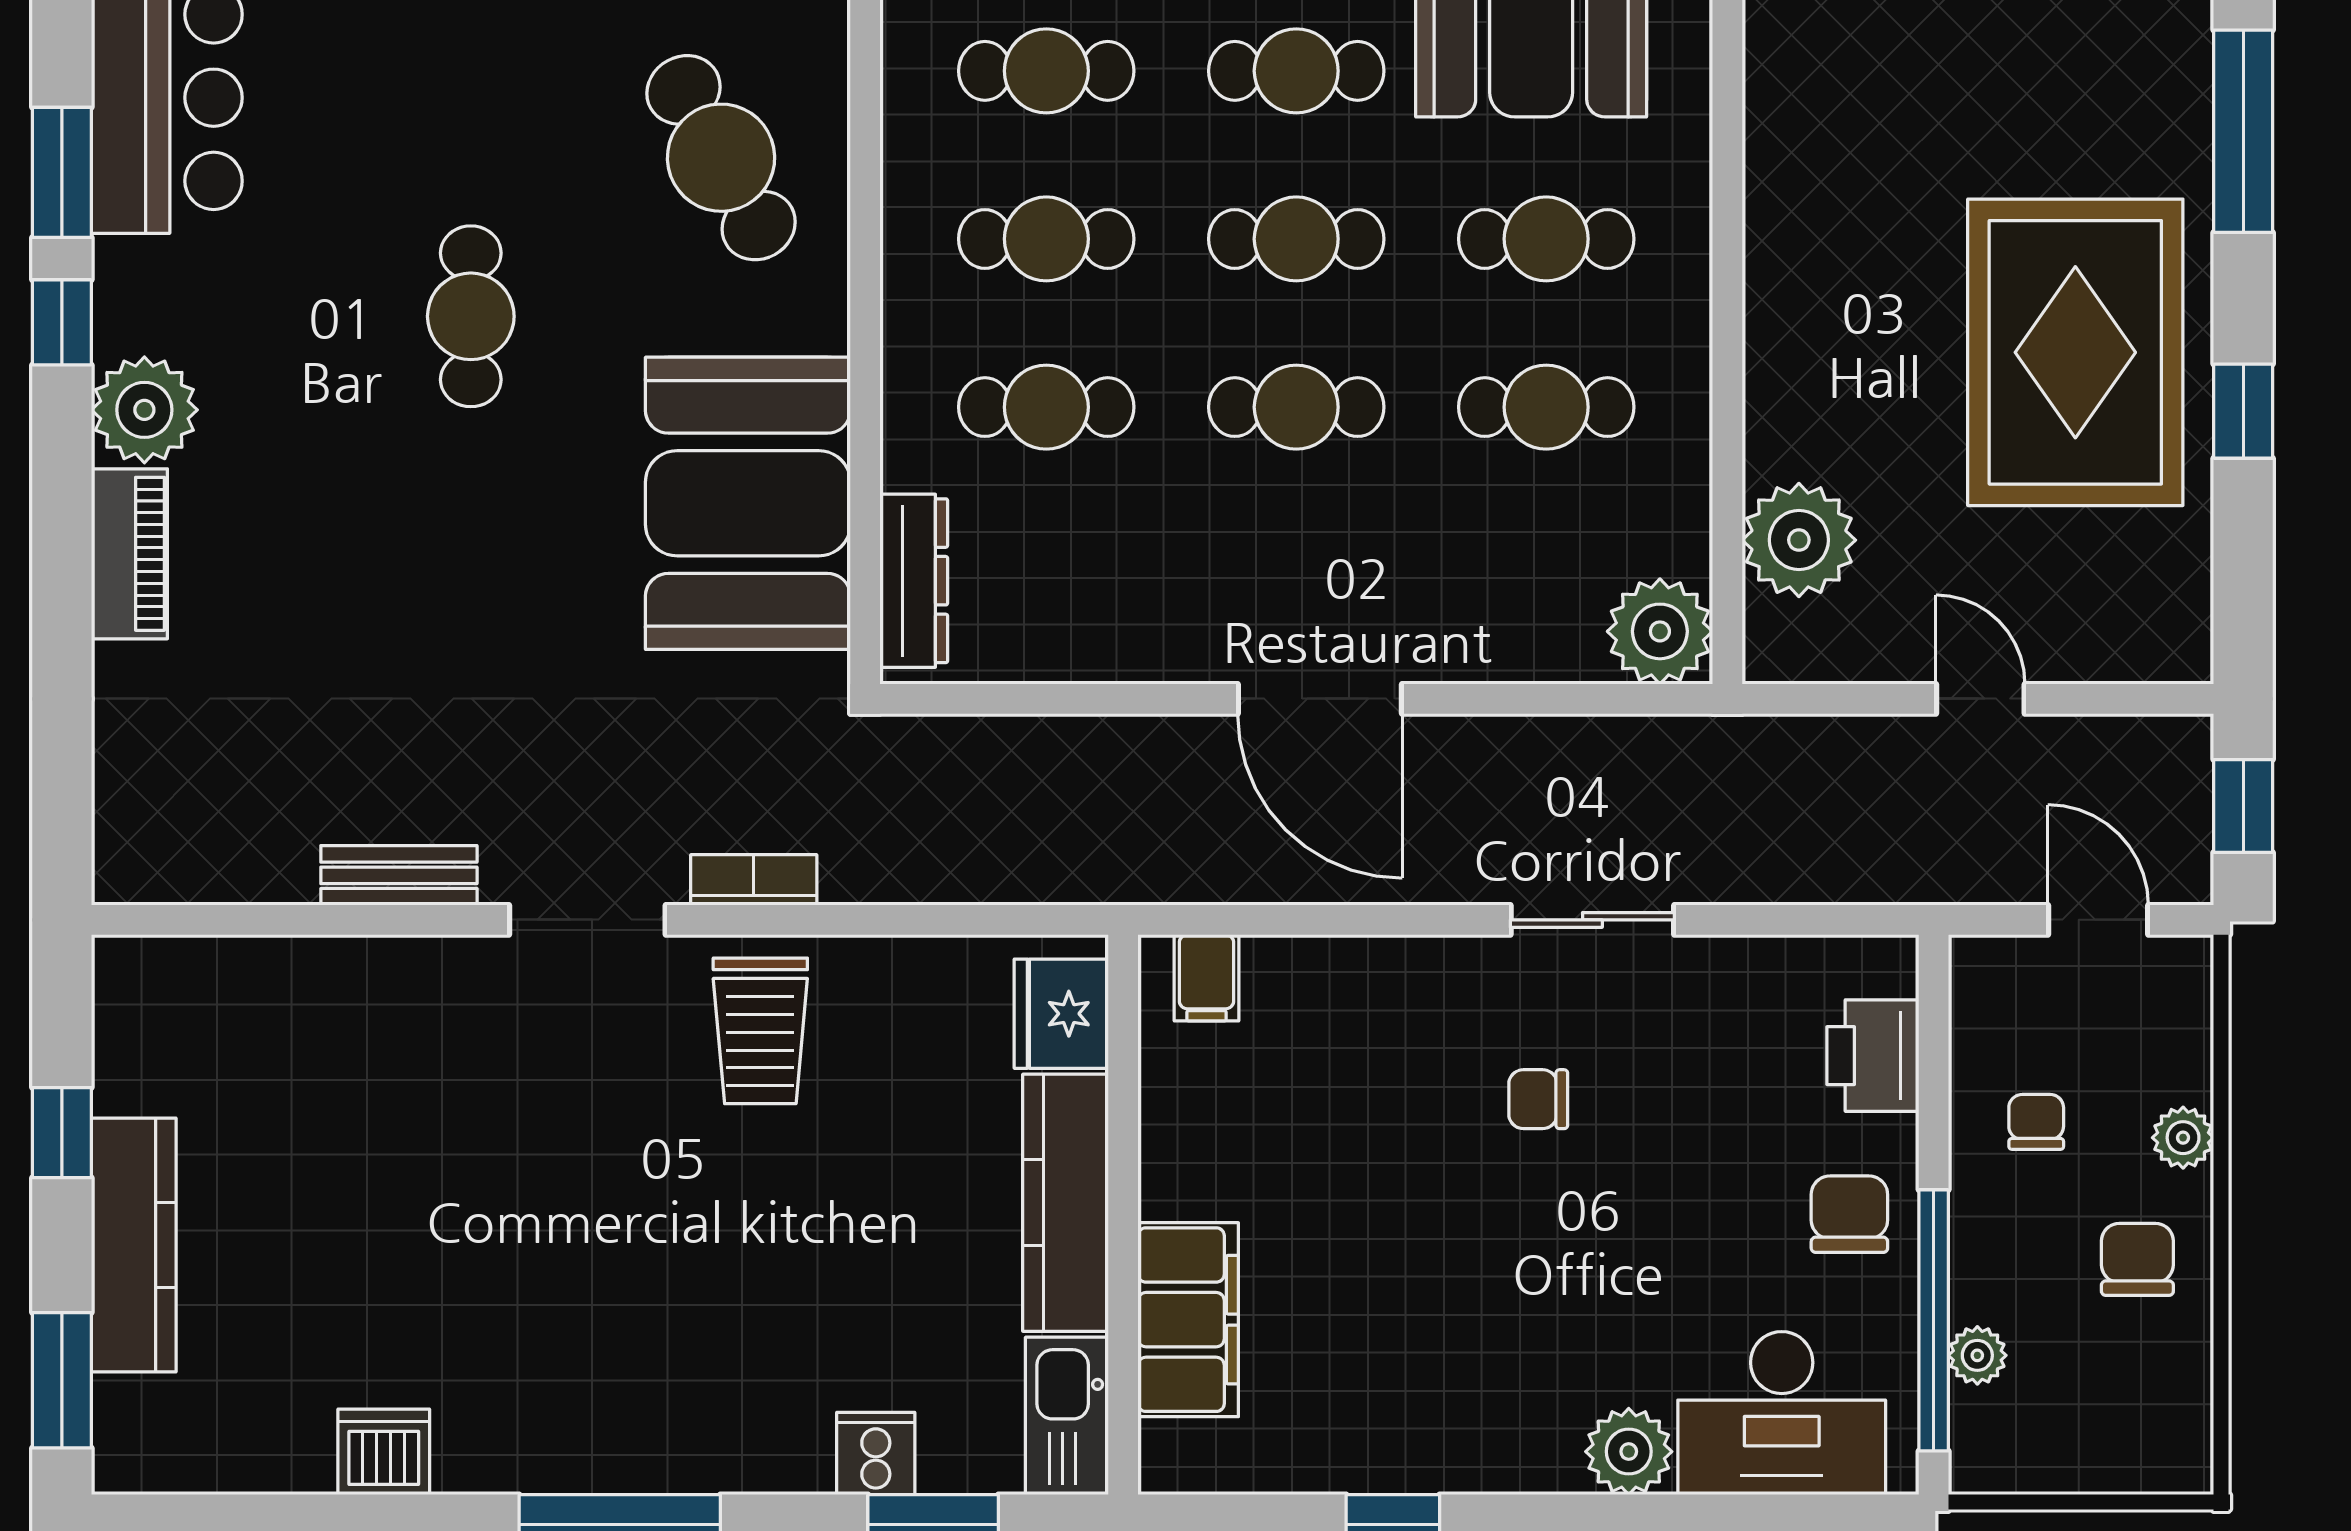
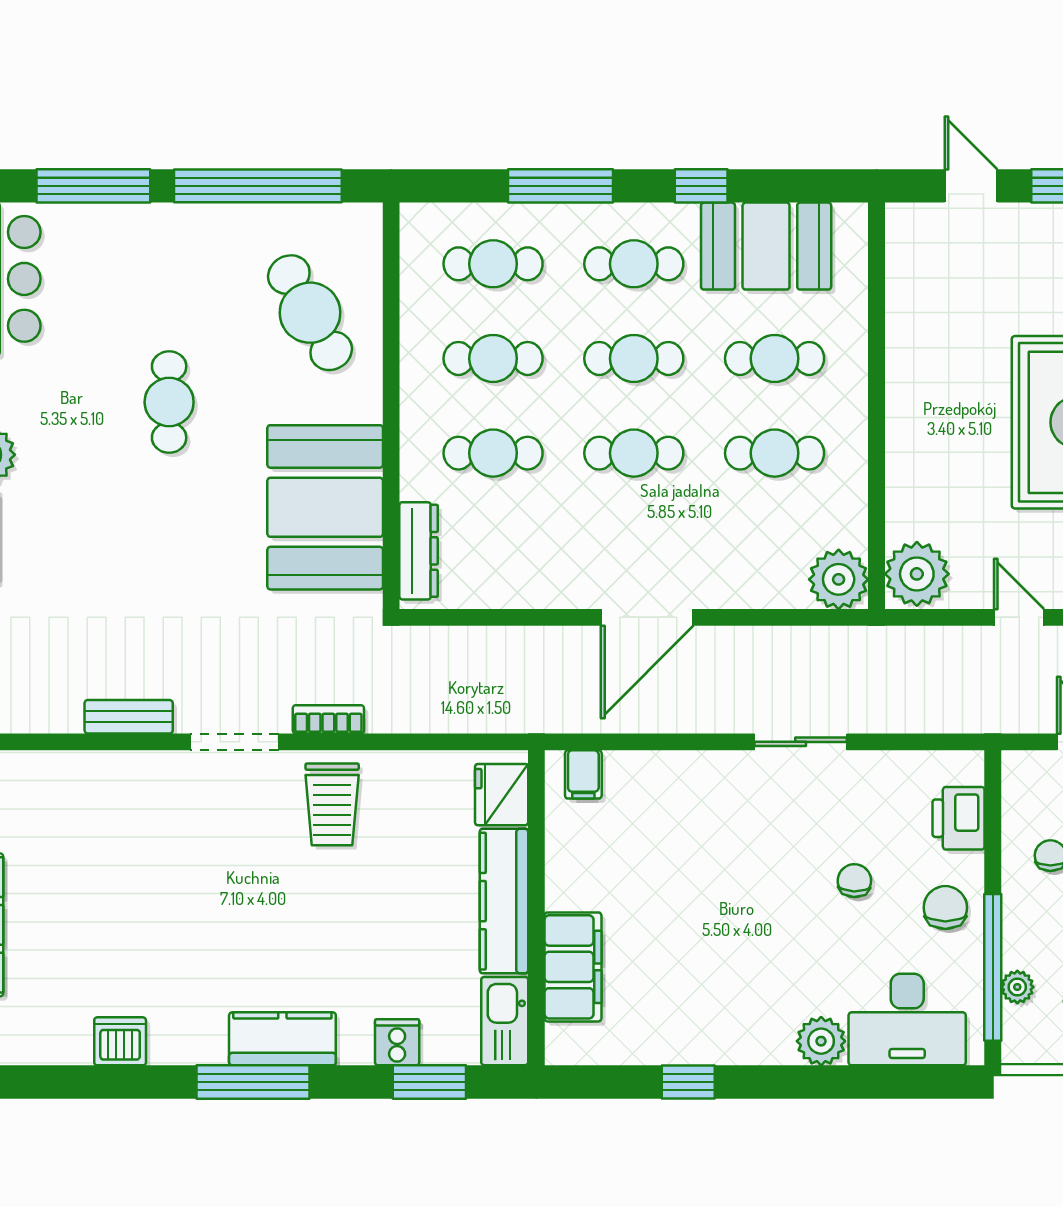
plant: (1799, 540) -> (917, 574), moved
door: (1320, 699) -> (647, 617), hinge flipped
chair: (1538, 1099) -> (854, 881), moved, turned 92
kitchen counter: (672, 1447) -> (282, 1039), added

